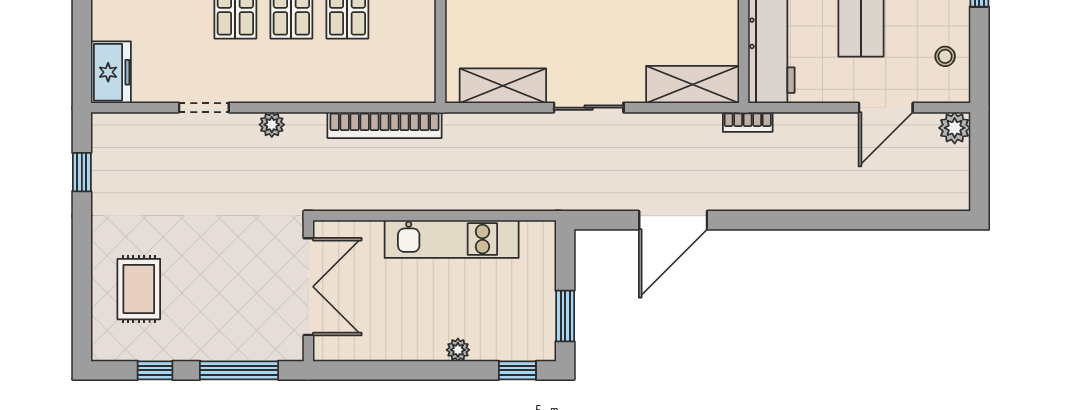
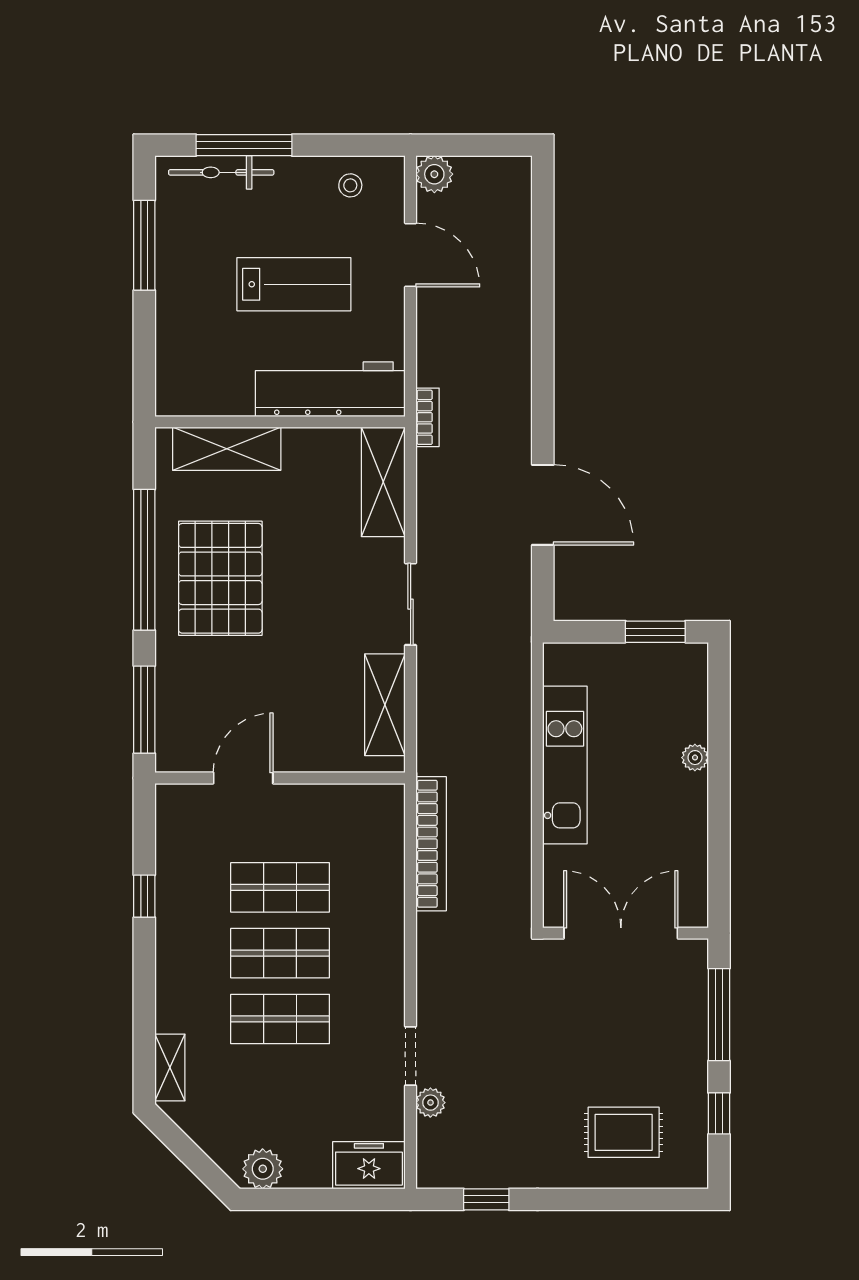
plant: (272, 125) -> (430, 1103), moved
window: (517, 370) -> (719, 688), removed

